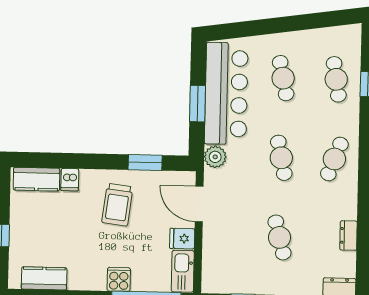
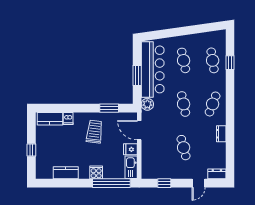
trolley: (117, 205) -> (94, 132), turned 180
dresser: (348, 235) -> (221, 134), moved
kitchen counter: (44, 278) -> (66, 173), moved

